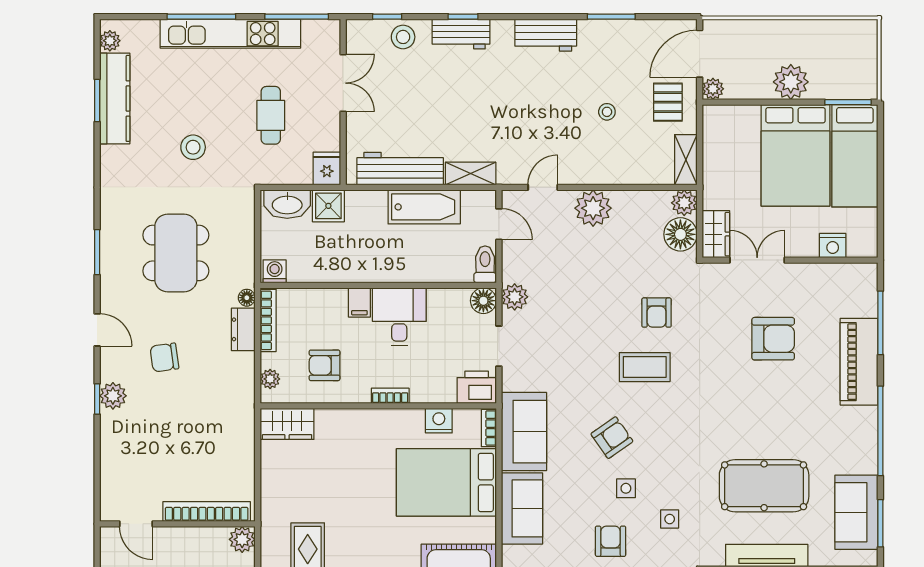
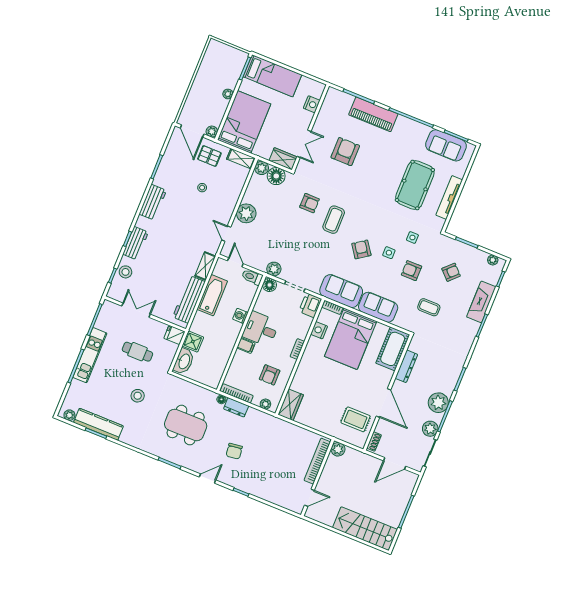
kitchen unit: (230, 34) -> (90, 355), width x0.73
plant: (791, 82) -> (228, 94), width x0.53, depth x0.53
bed: (796, 155) -> (244, 122), moved, turned -90
door: (499, 224) -> (235, 262), hinge flipped
double door: (757, 260) -> (304, 144), swing flipped
washing machine: (275, 271) -> (240, 316), moved
plant: (113, 396) -> (243, 484), removed

